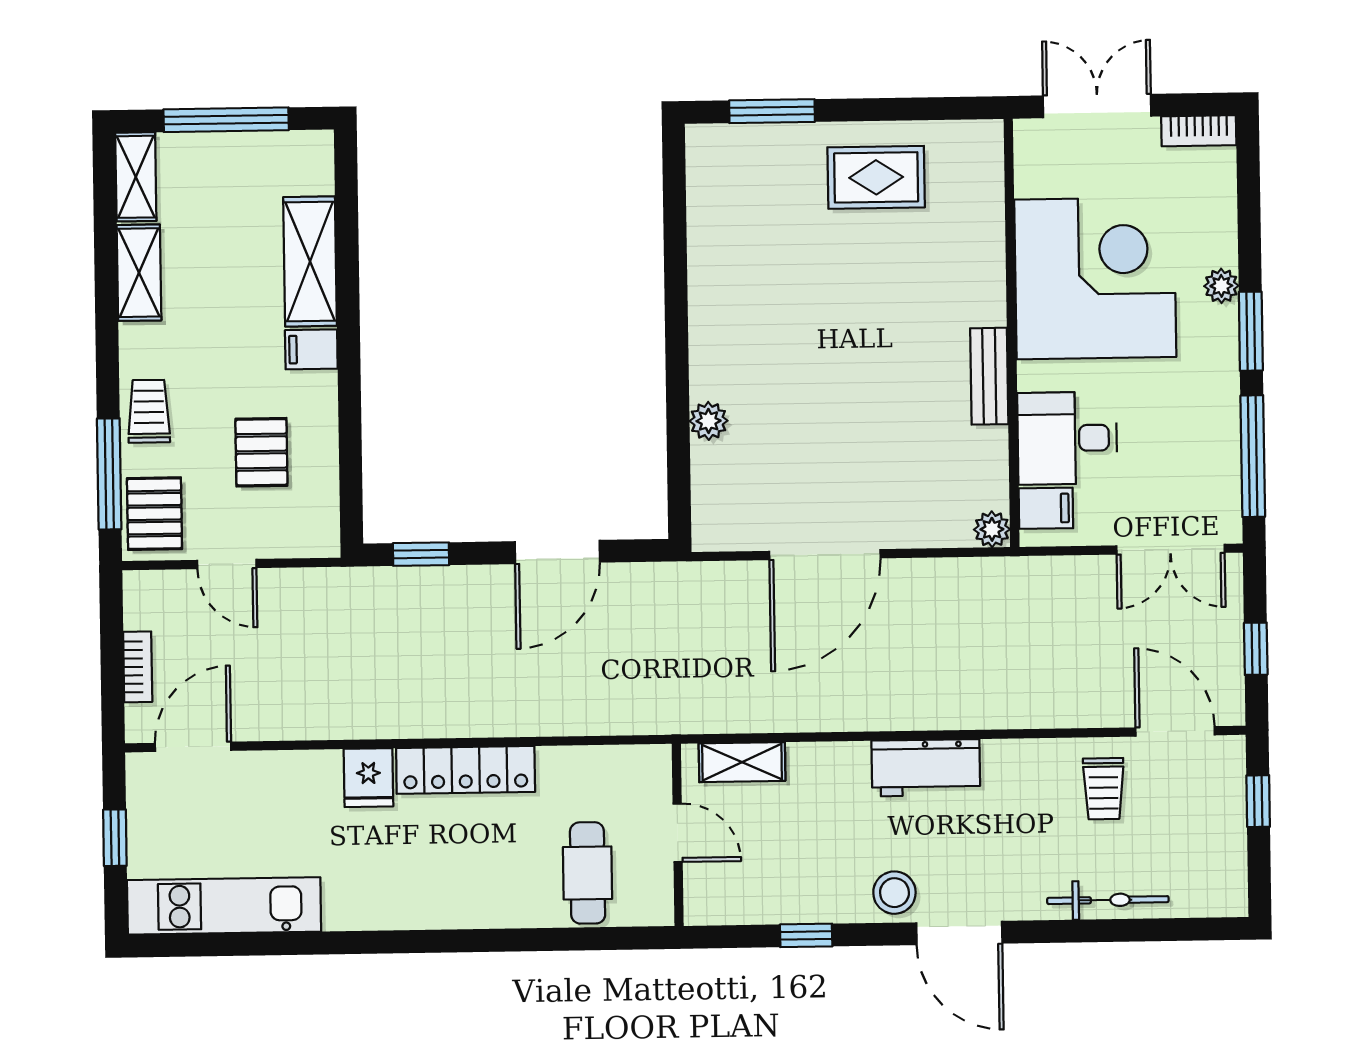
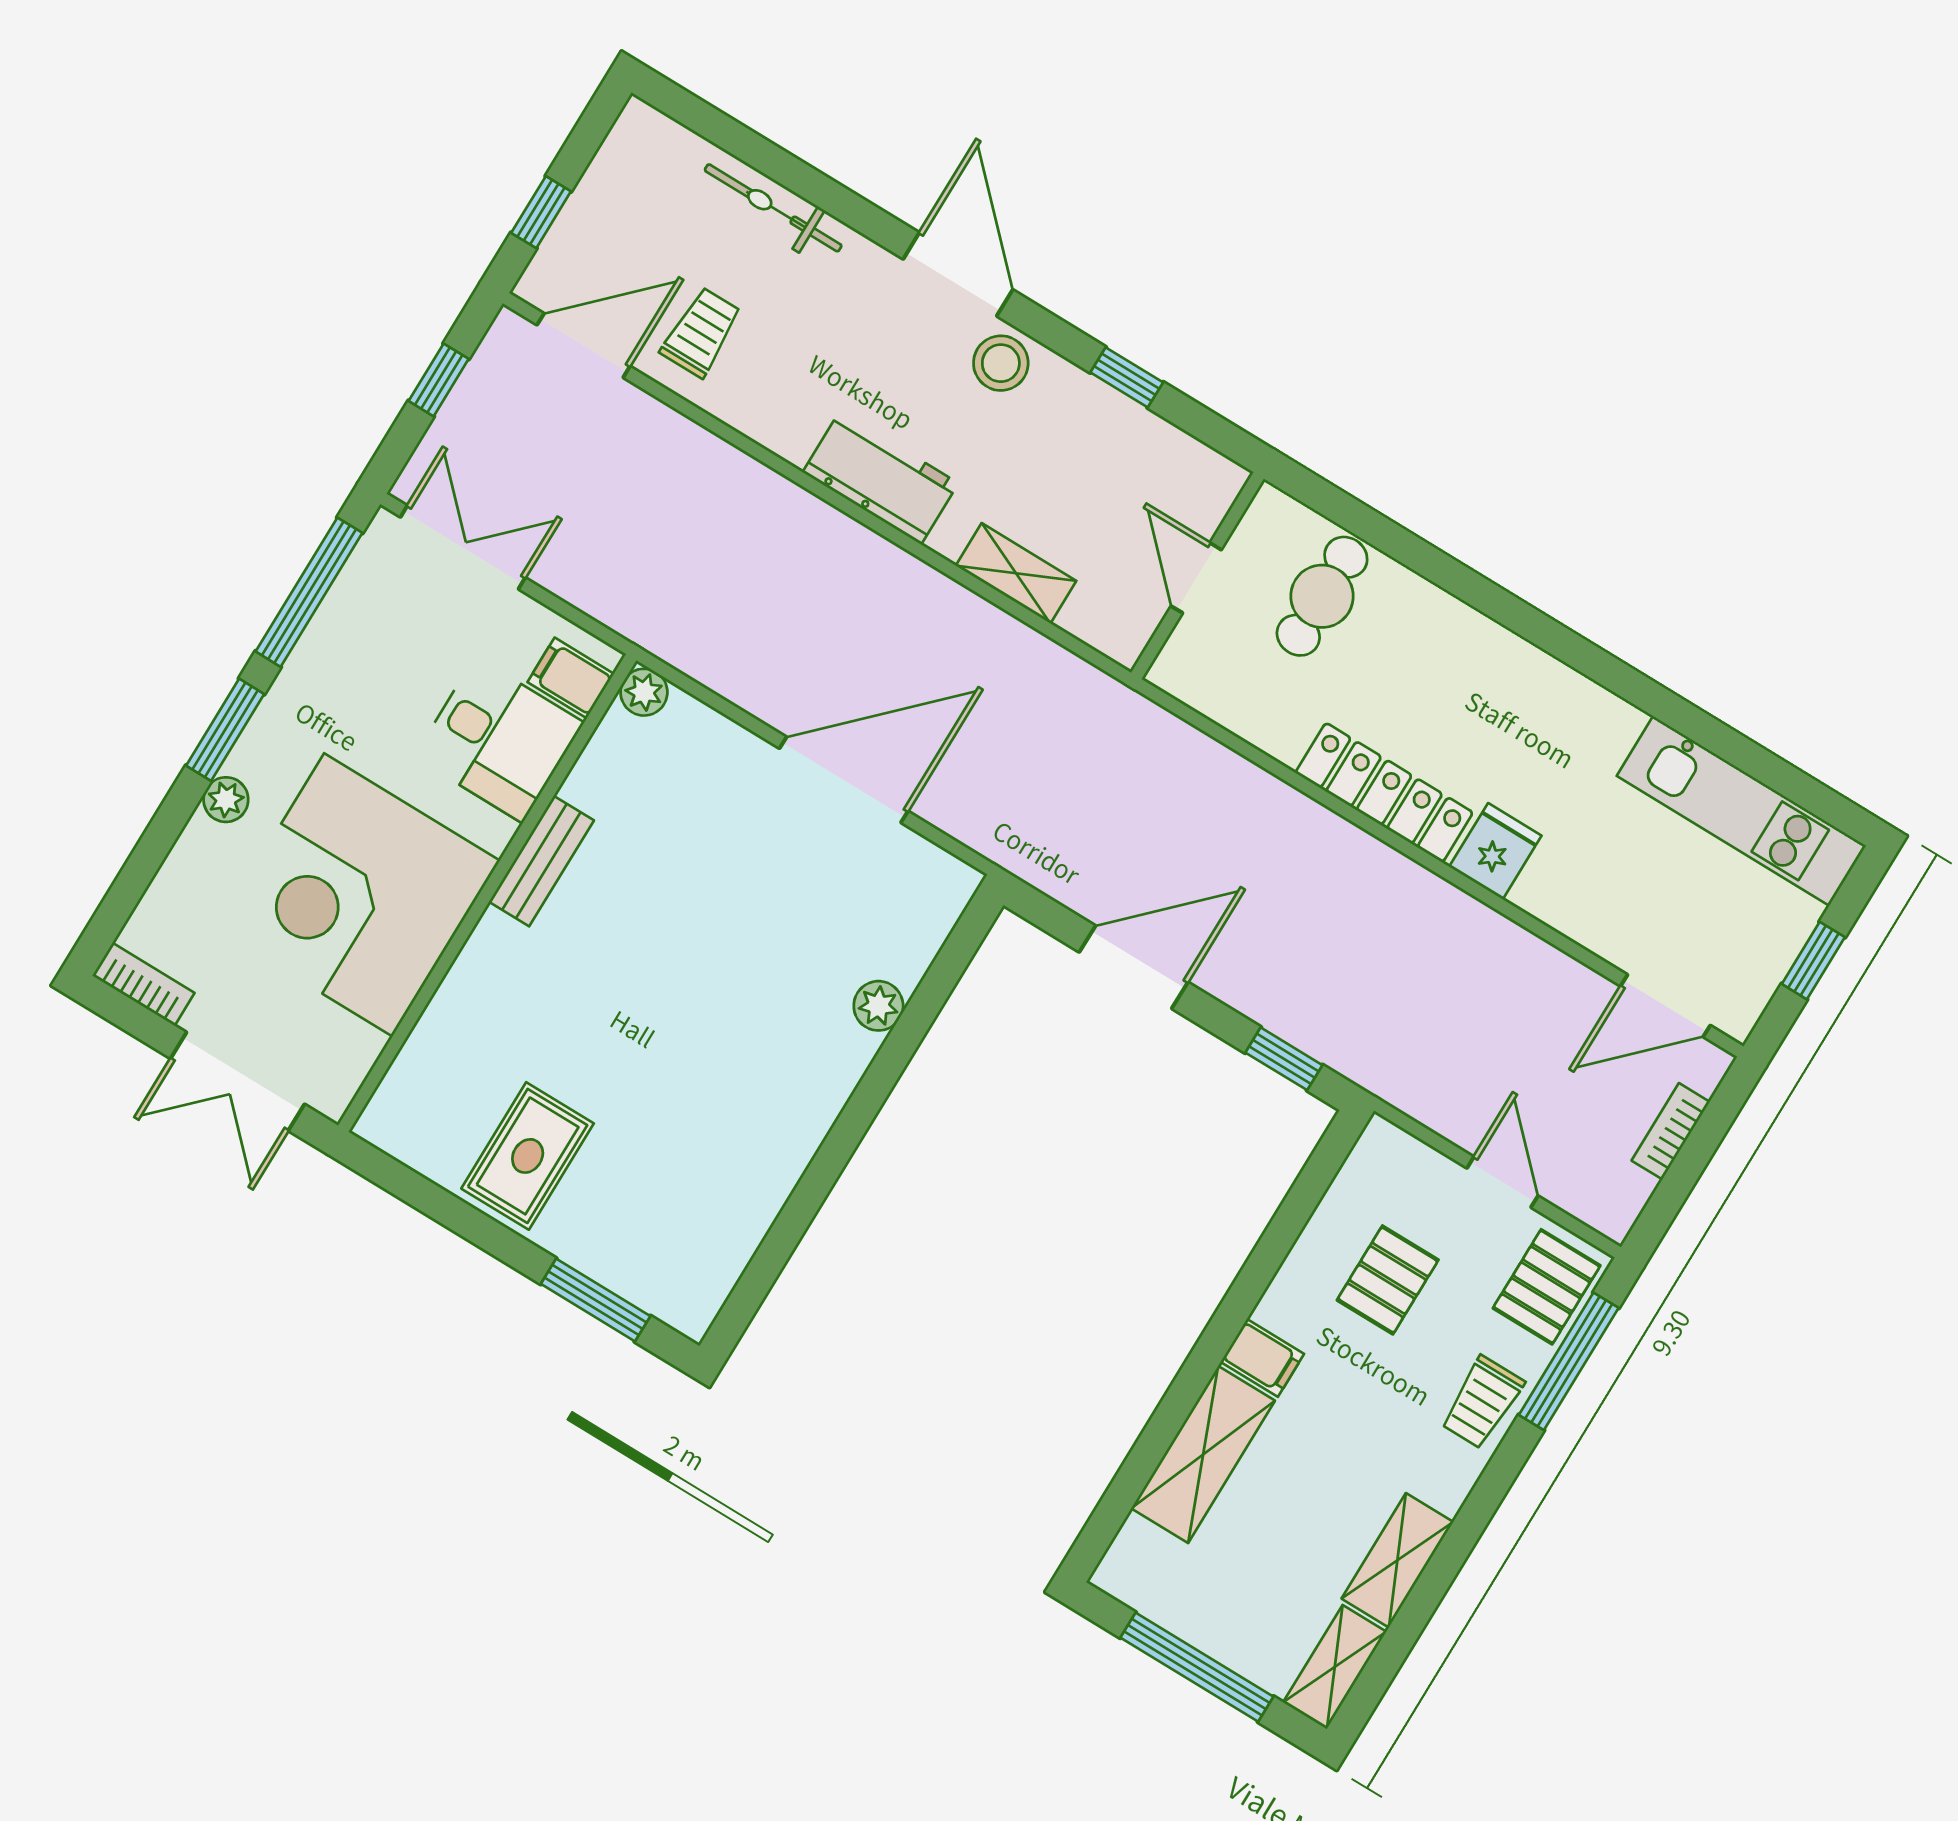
rug: (876, 177) -> (528, 1156), turned 90
door: (1175, 731) -> (584, 345), swing flipped
shelving: (742, 762) -> (1016, 573), moved

